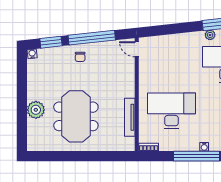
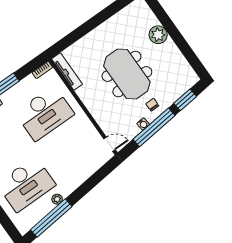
water cooler: (32, 54) -> (143, 124), moved
meeting table: (76, 116) -> (127, 74), moved
tv unit: (130, 117) -> (67, 71), moved

